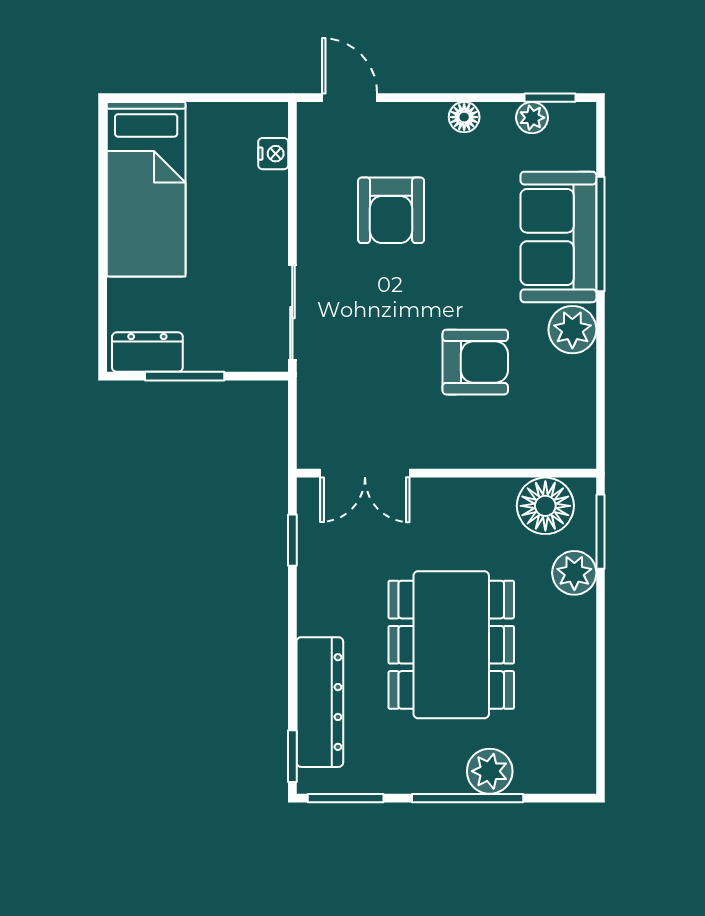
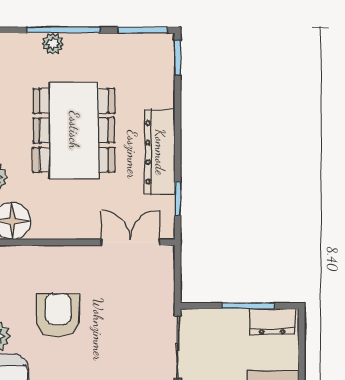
armchair: (475, 362) -> (58, 315), turned 90
dresser: (320, 702) -> (160, 152), moved
plant: (490, 771) -> (53, 44), width x0.73, depth x0.73

